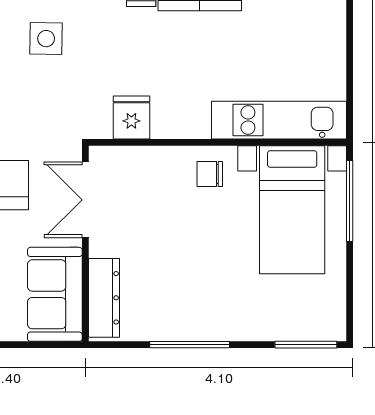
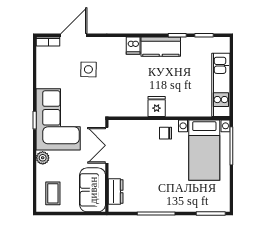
fridge: (131, 117) -> (157, 107), moved
kitchen unit: (279, 120) -> (221, 85), moved, turned -90
dresser: (104, 298) -> (116, 191), width x0.70

